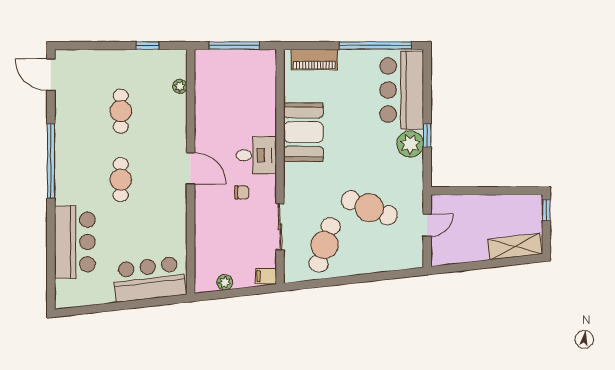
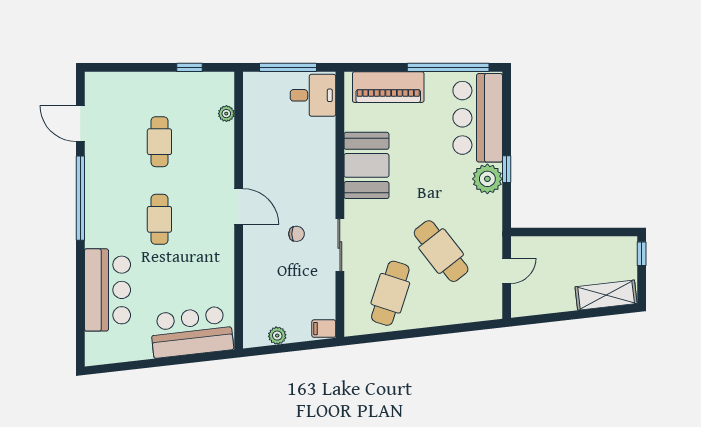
piano: (314, 60) -> (388, 87), width x1.37, depth x1.33
door: (51, 75) -> (80, 124), moved
desk: (256, 155) -> (313, 95), moved
cafe table: (369, 208) -> (441, 251), turned 30
sliding door: (280, 227) -> (340, 245), moved

